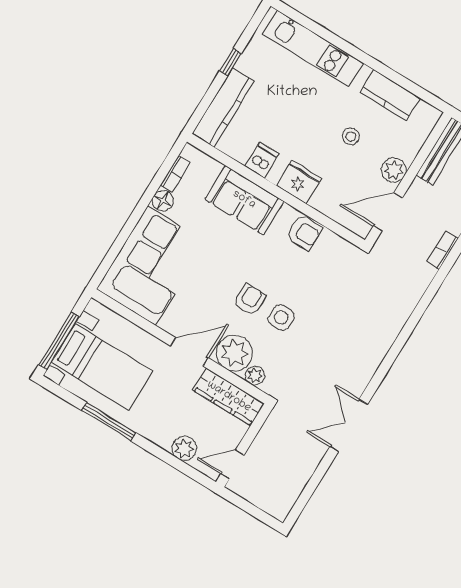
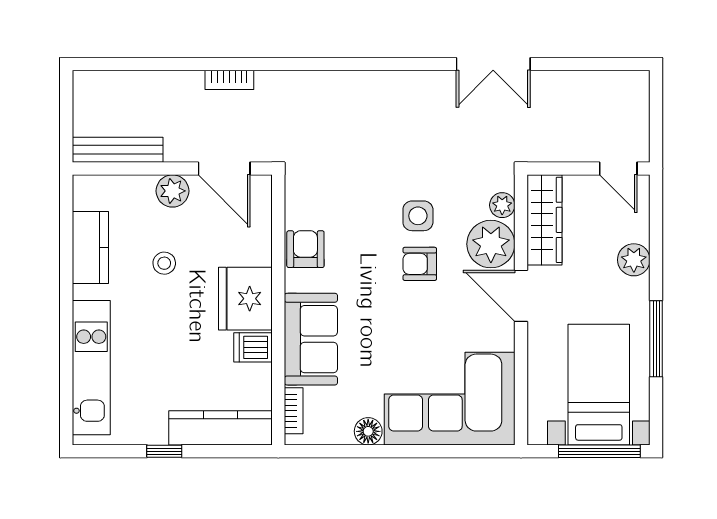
bookcase: (175, 174) -> (294, 411), moved, turned 90
fridge: (299, 182) -> (245, 299), width x1.36, depth x1.34
plant: (184, 448) -> (634, 260), moved

